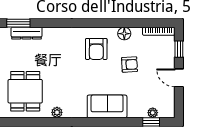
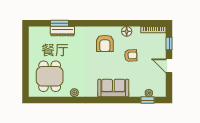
window: (18, 23) -> (60, 23), moved
dresser: (27, 33) -> (62, 31), moved

